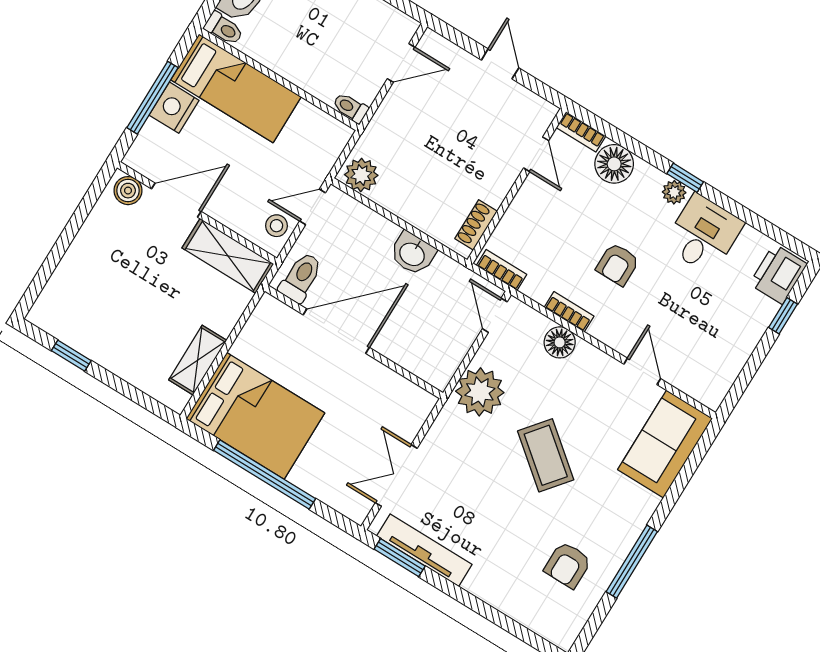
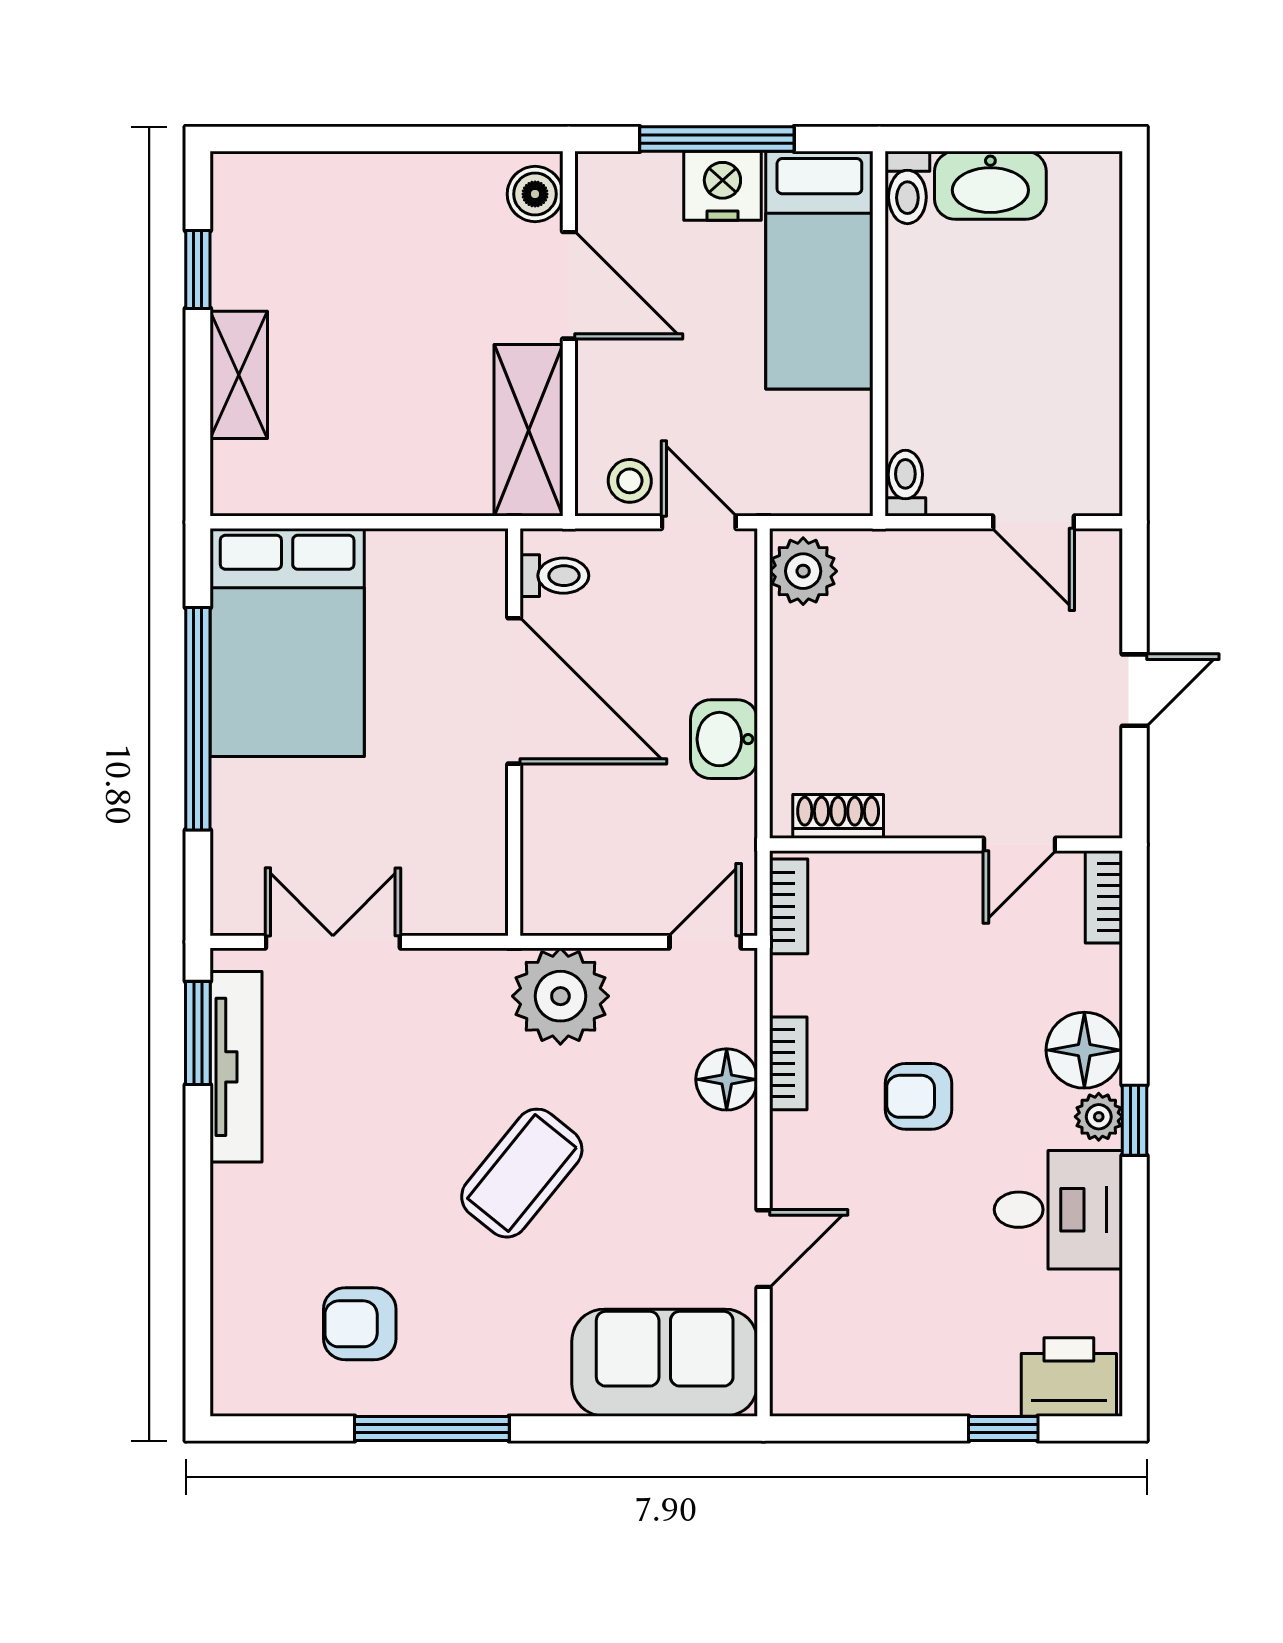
floor lamp: (614, 164) -> (1084, 1050), moved
toilet: (301, 278) -> (554, 576), width x0.73, depth x0.72
shelving: (198, 360) -> (239, 375), moved, turned 90

